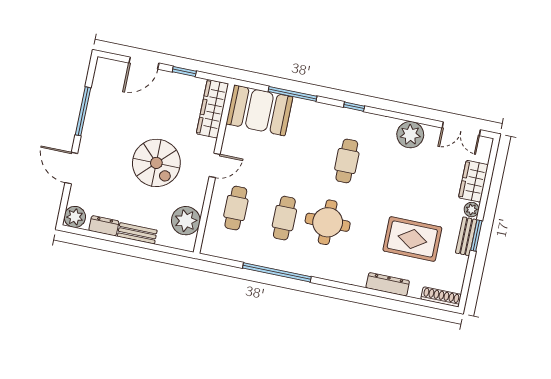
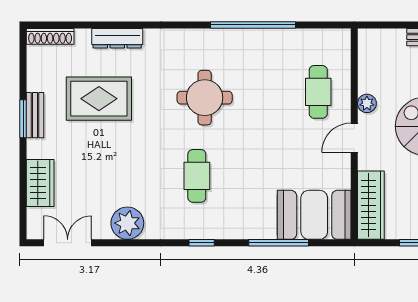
plant: (472, 210) -> (35, 149), removed
cafe table: (284, 218) -> (258, 92), removed
plant: (186, 221) -> (367, 103), moved, width x0.53, depth x0.53

